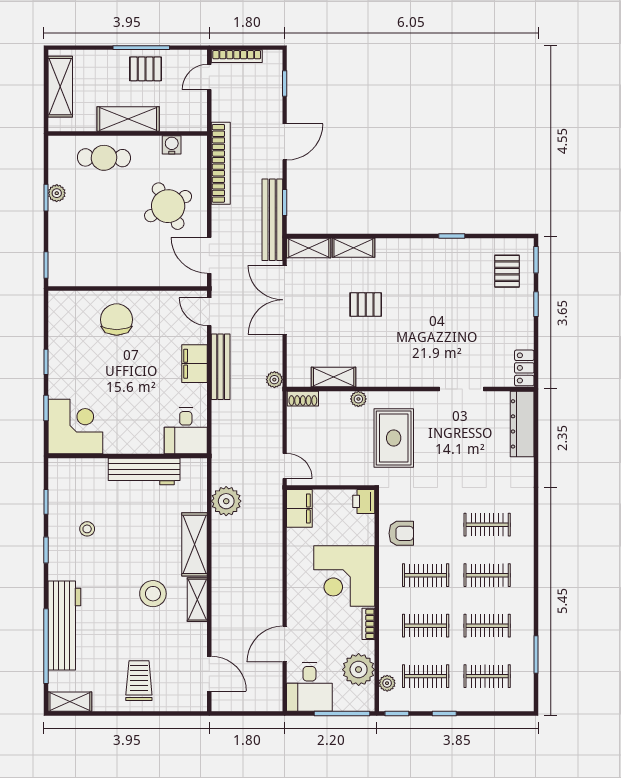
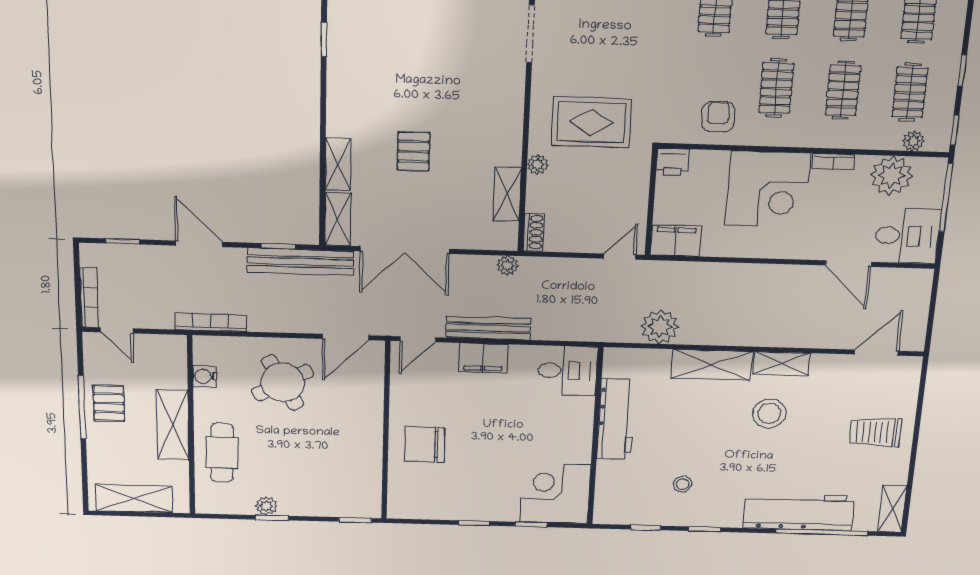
bookcase: (221, 163) -> (211, 322), width x0.68, depth x0.76

